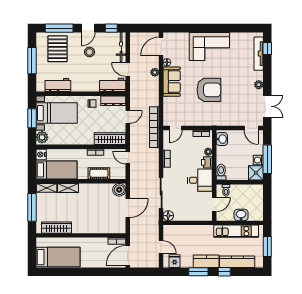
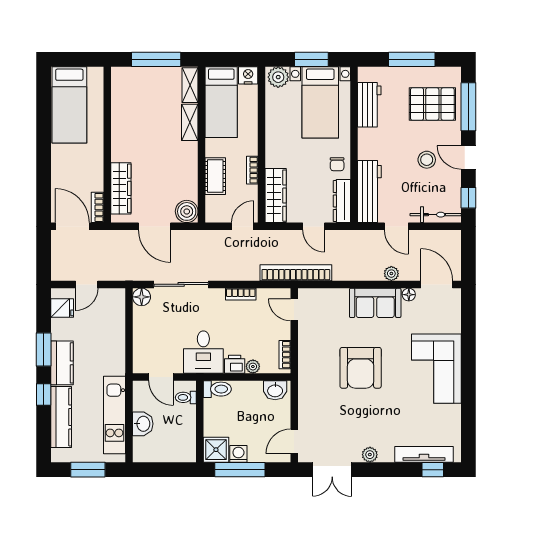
door: (128, 69) -> (396, 226), swing flipped
workbench: (113, 85) -> (369, 192), width x1.38
wardrobe: (56, 228) -> (121, 188), moved

